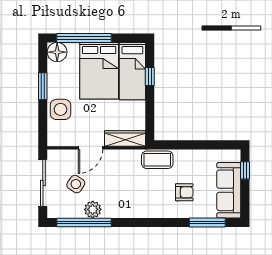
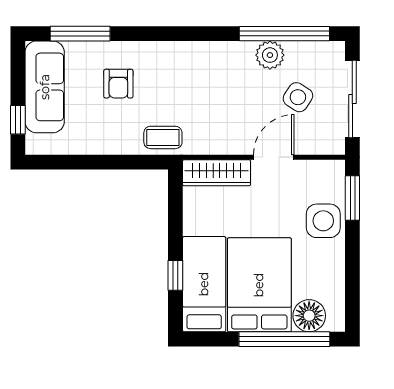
floor lamp: (57, 52) -> (309, 316), moved
window: (43, 86) -> (352, 198), moved
coffee table: (157, 160) -> (163, 137), width x0.73, depth x0.77
armchair: (184, 192) -> (118, 84), turned -90

